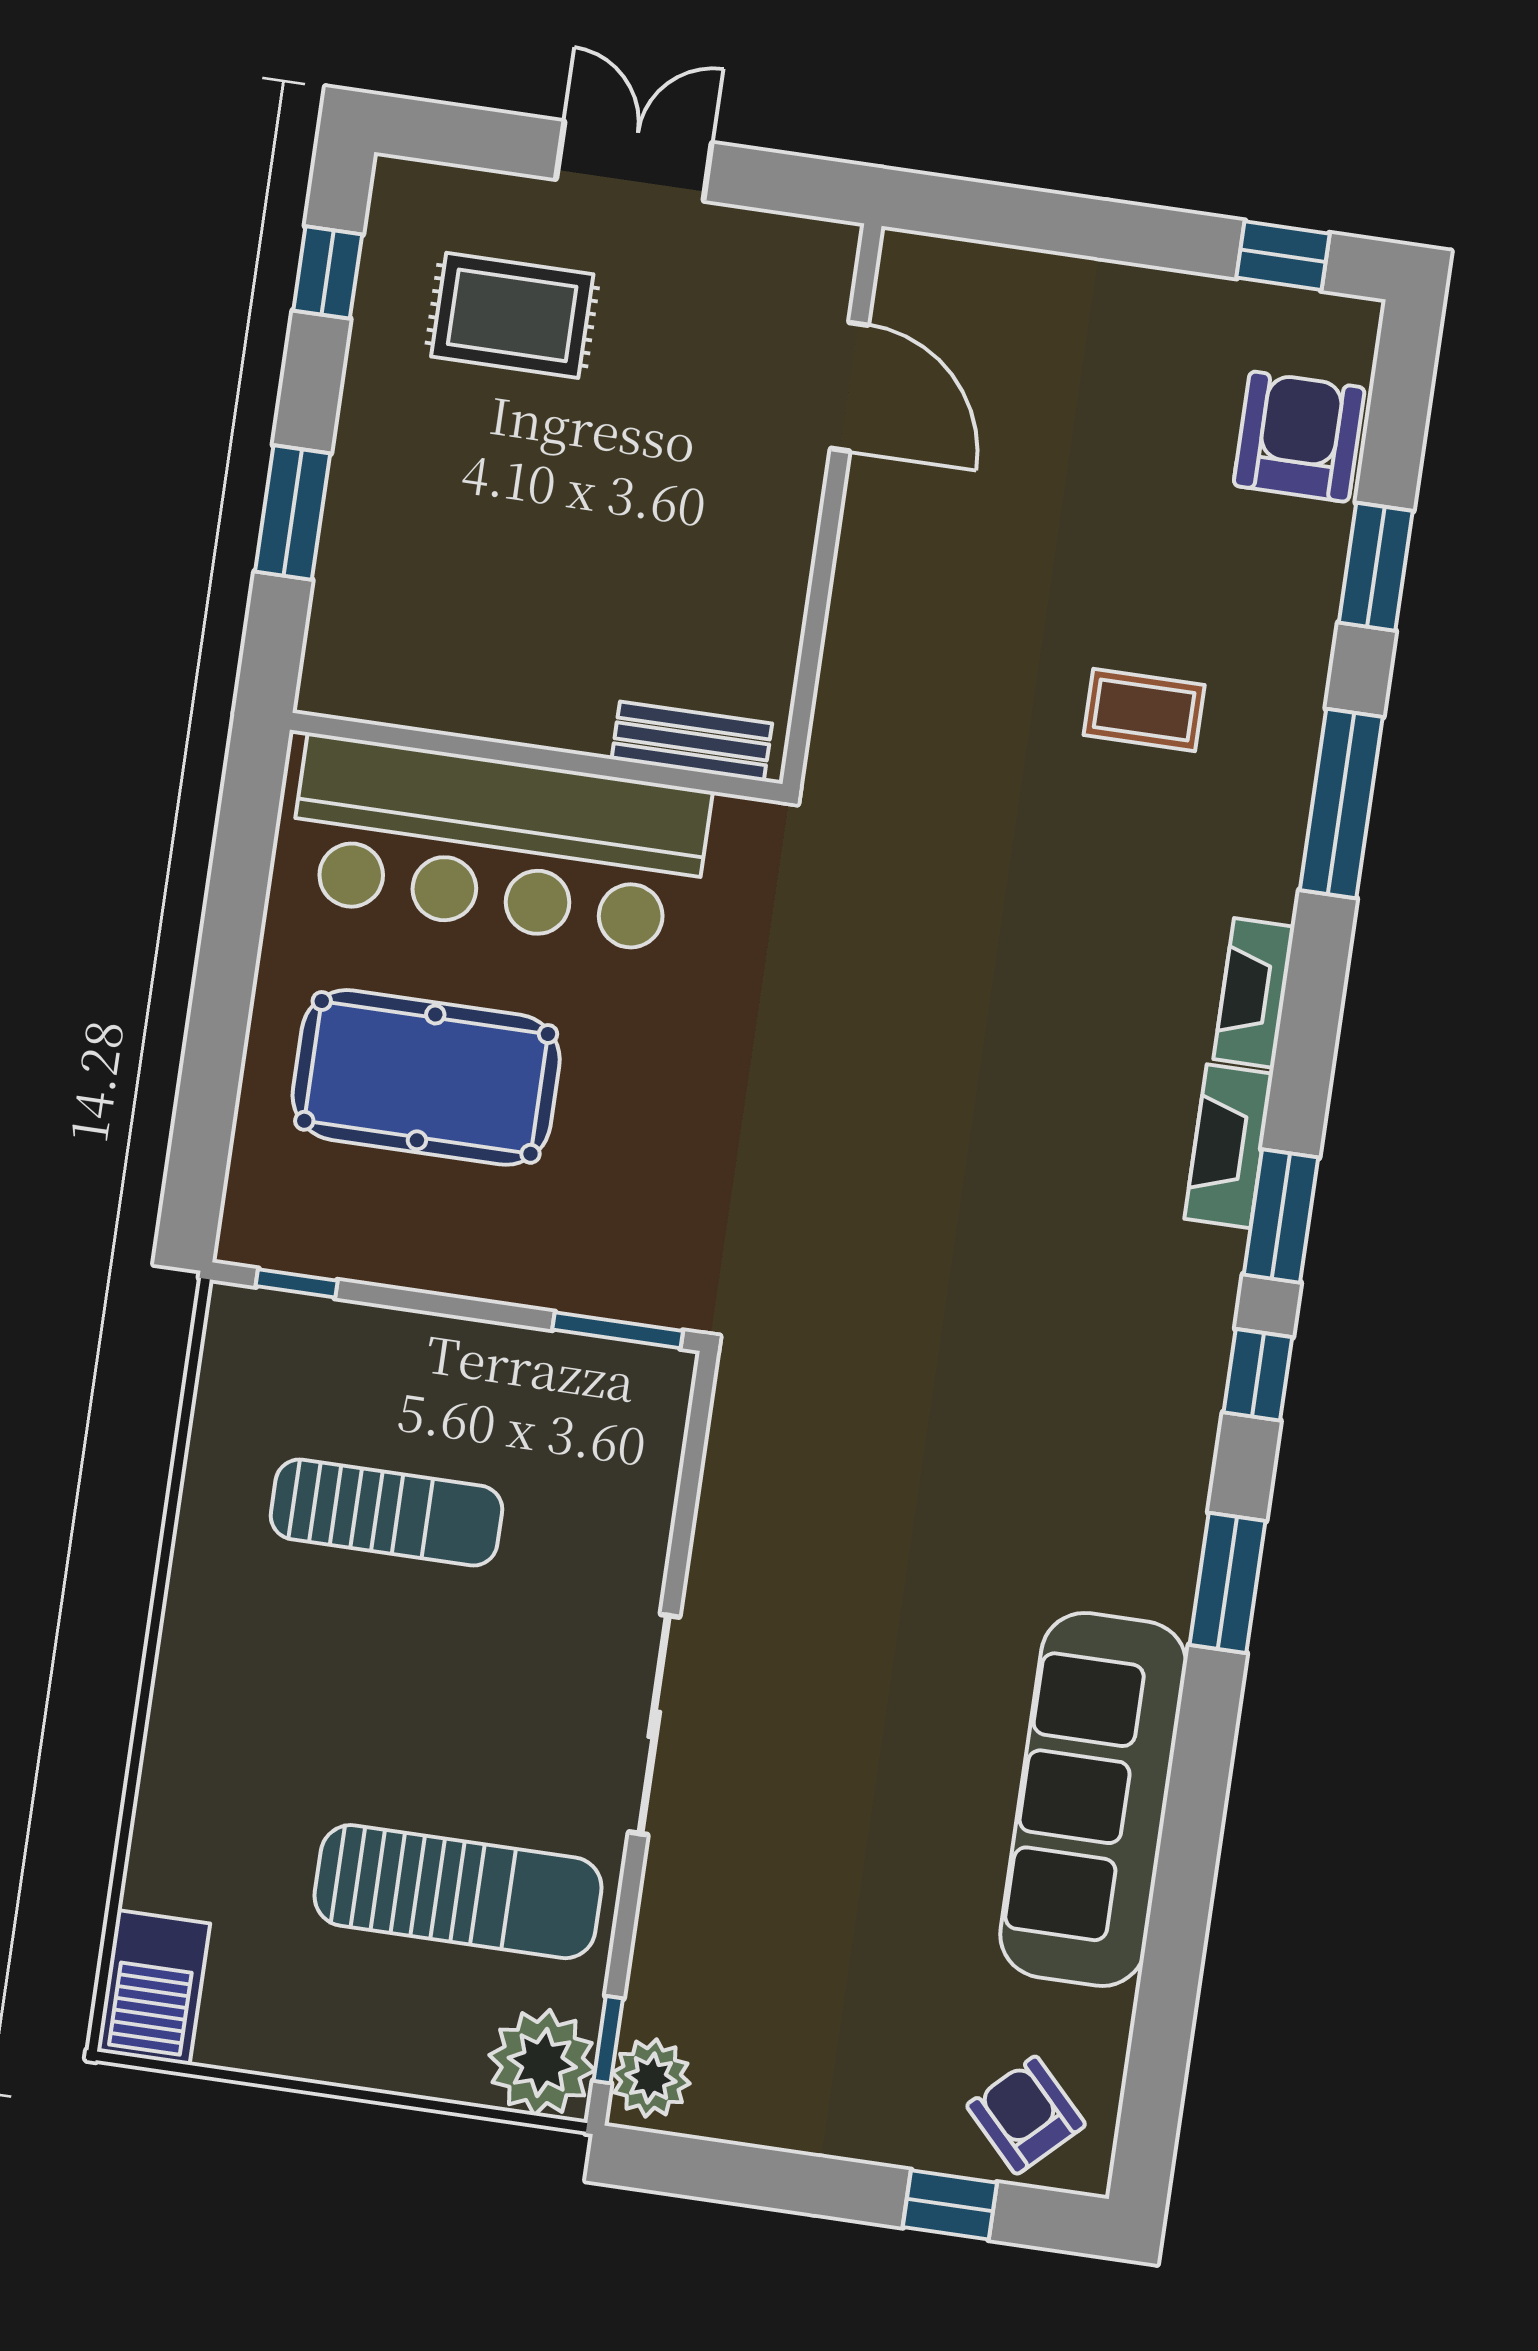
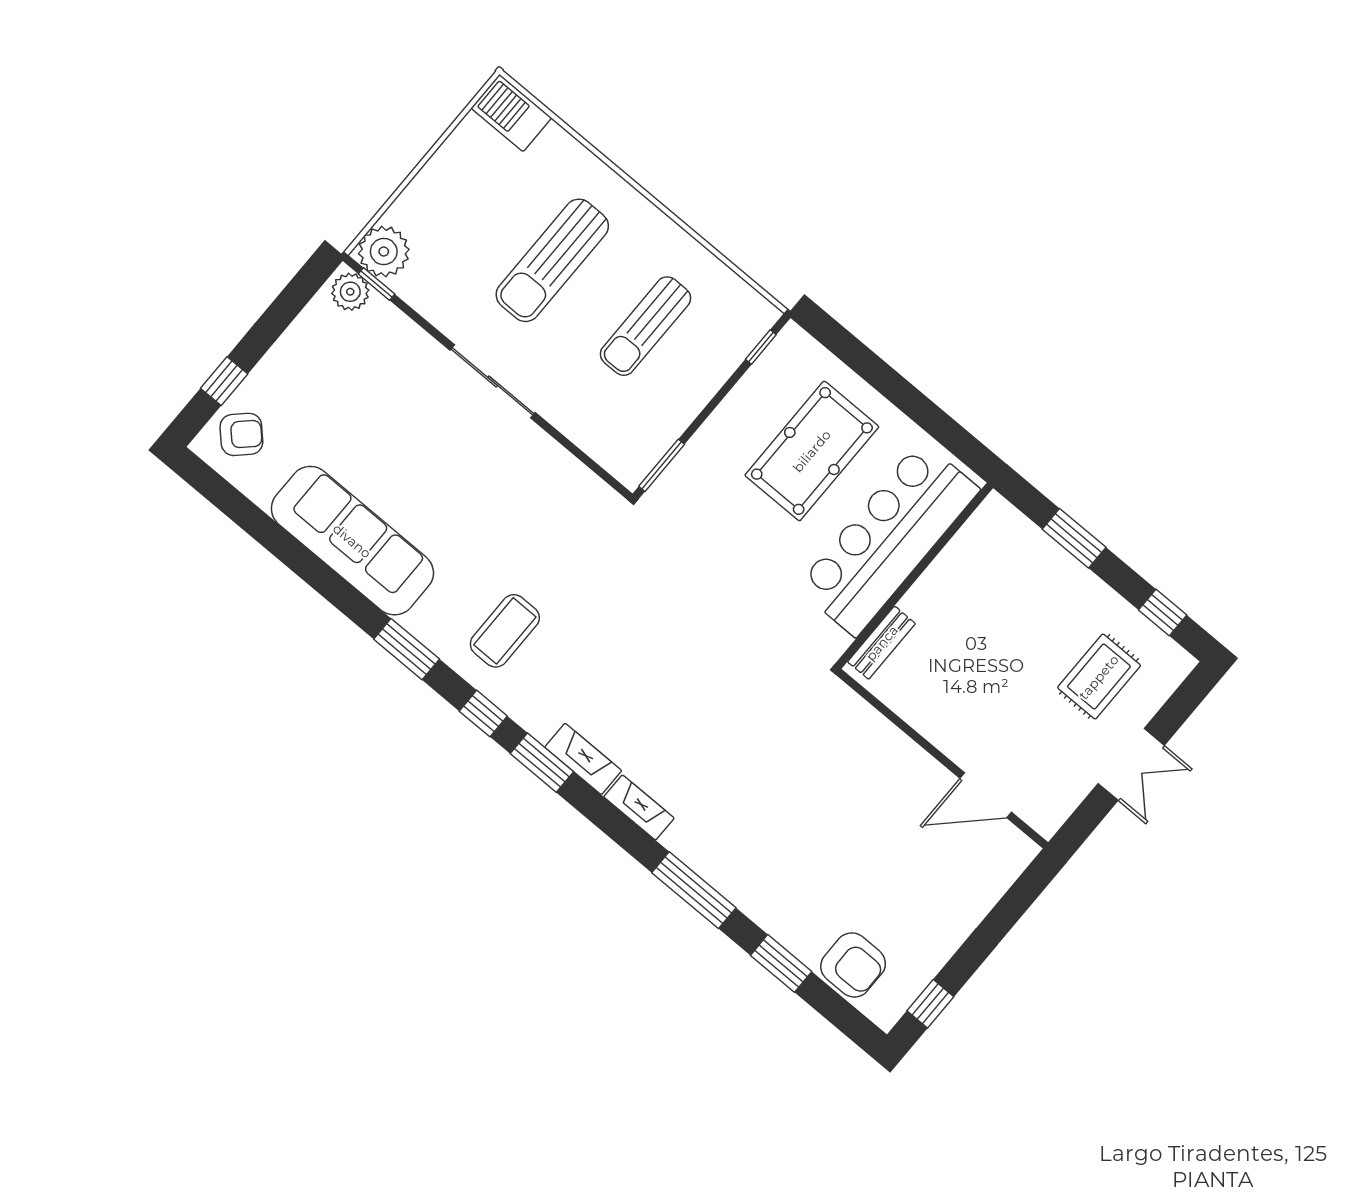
coffee table: (1144, 710) -> (505, 631), moved, width x1.36, depth x1.30
sun lounger: (458, 1892) -> (552, 260), moved

